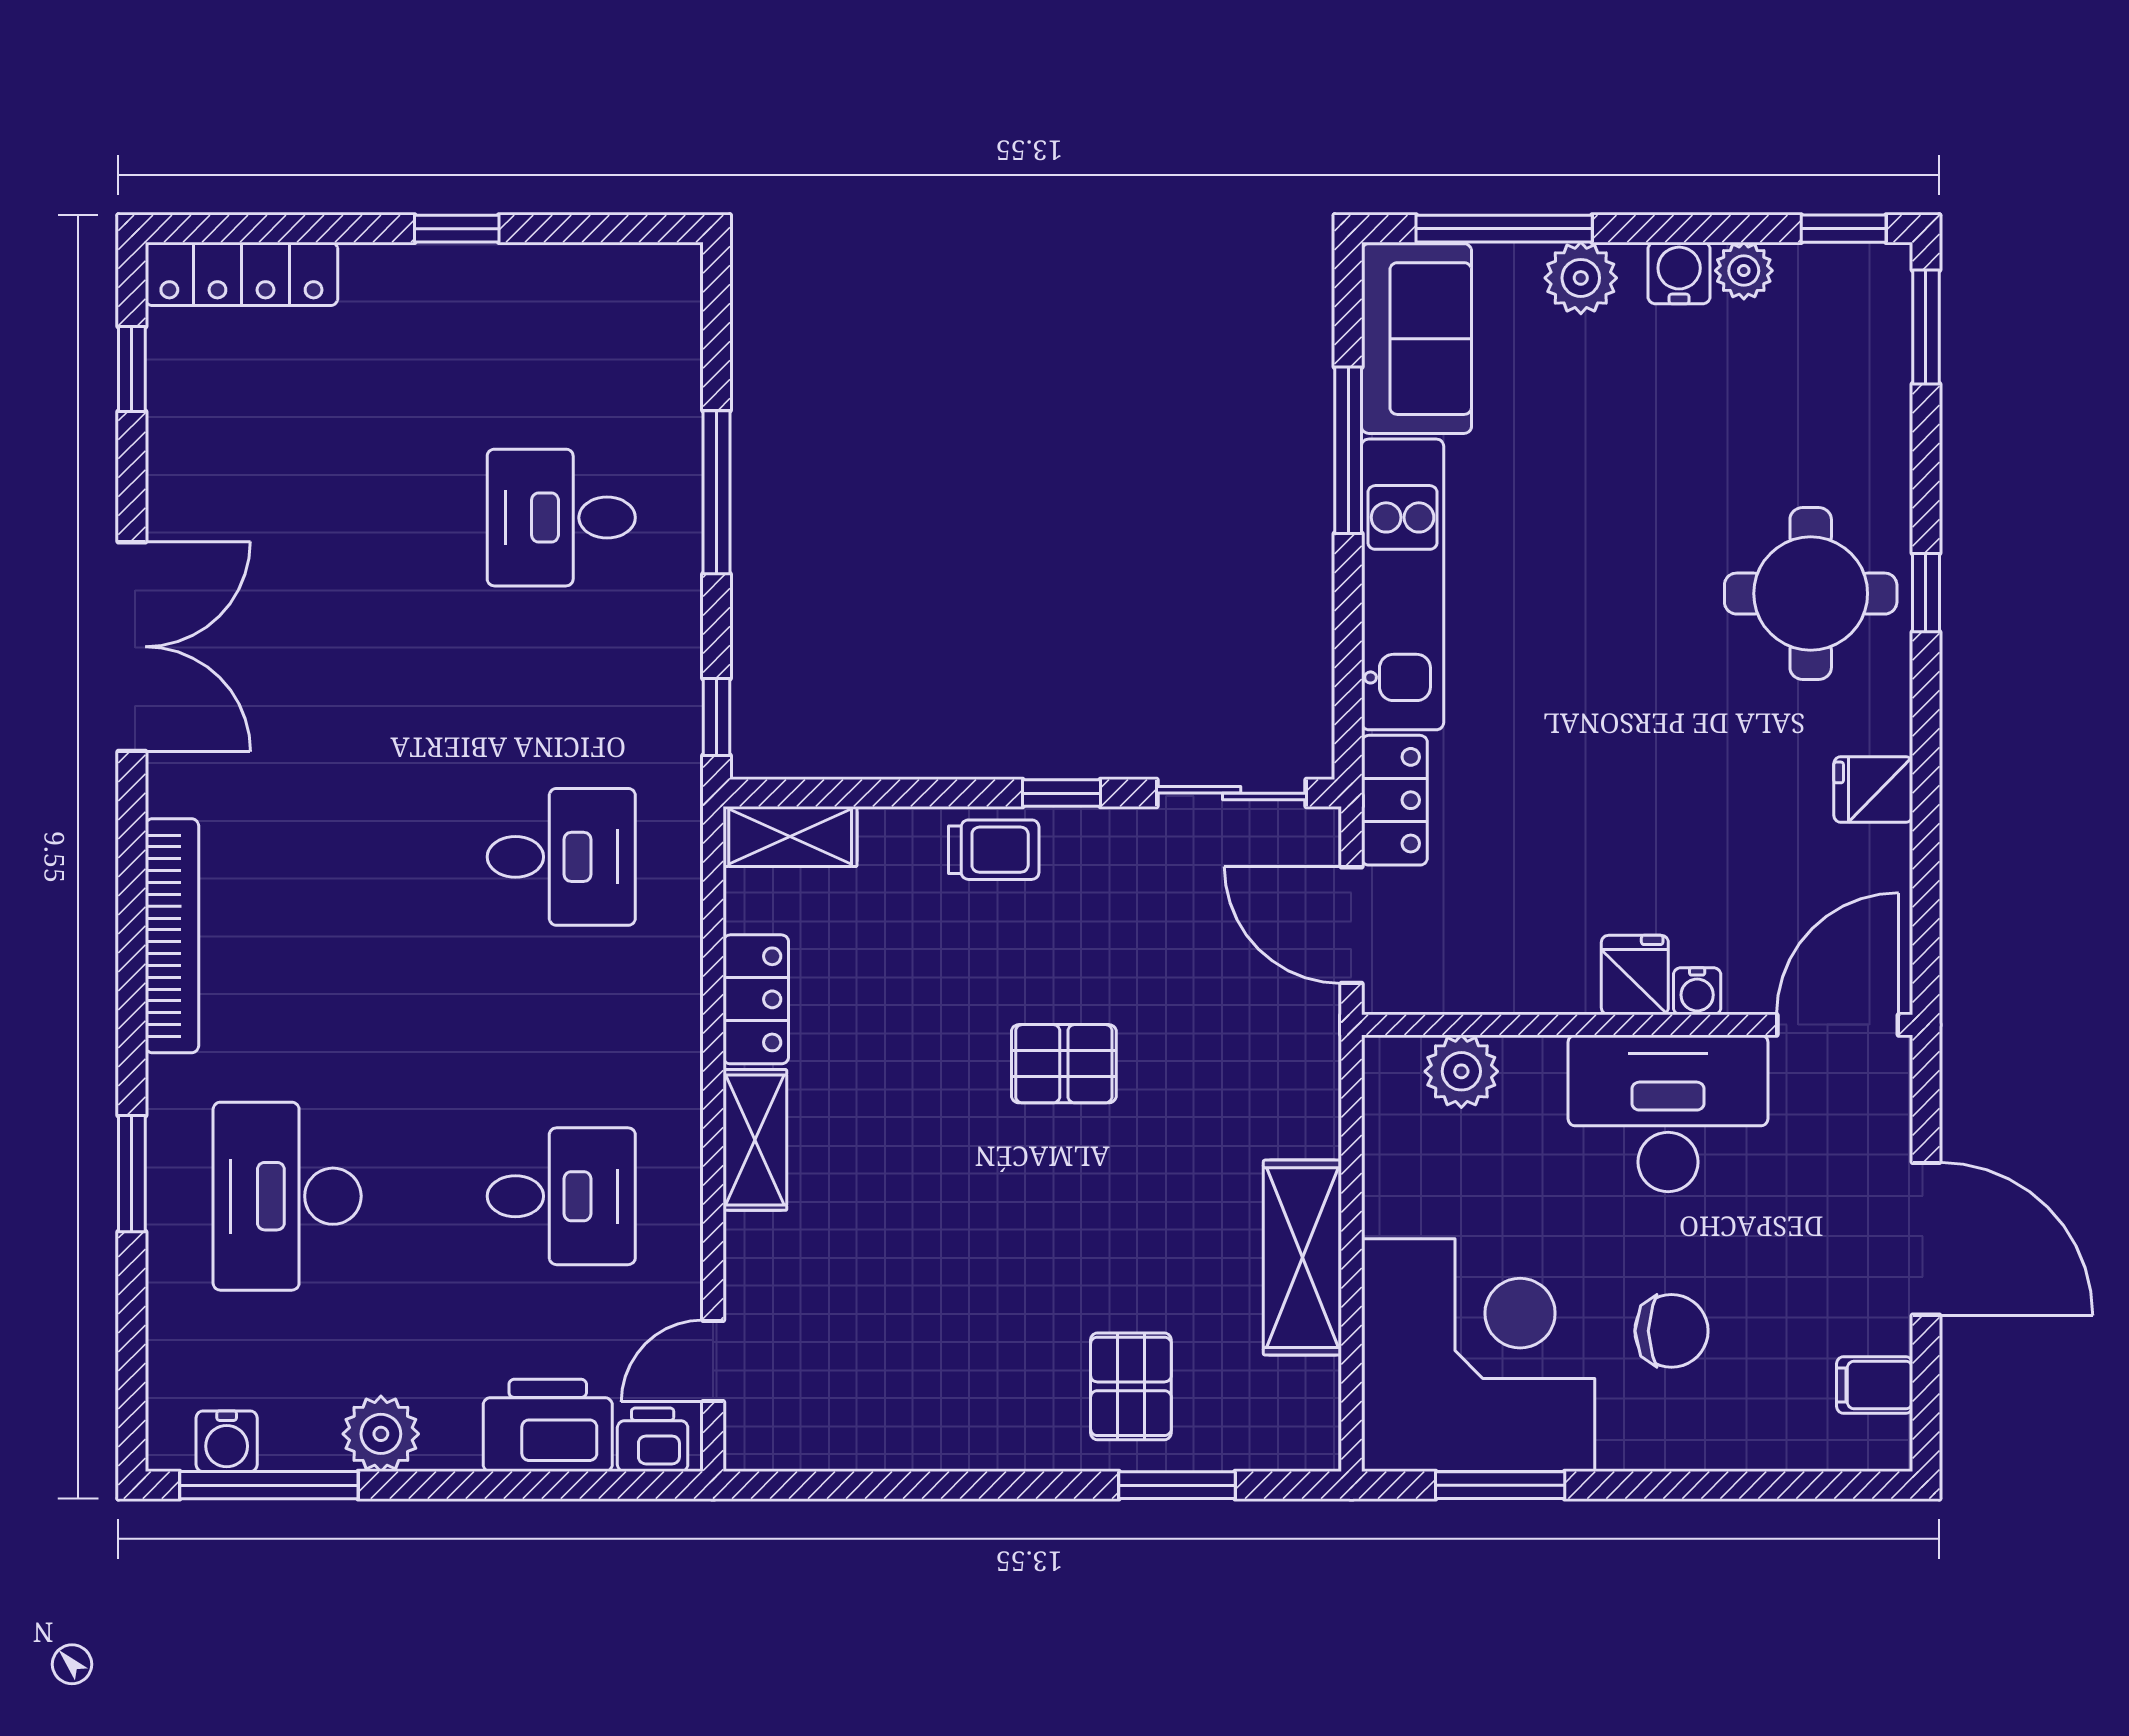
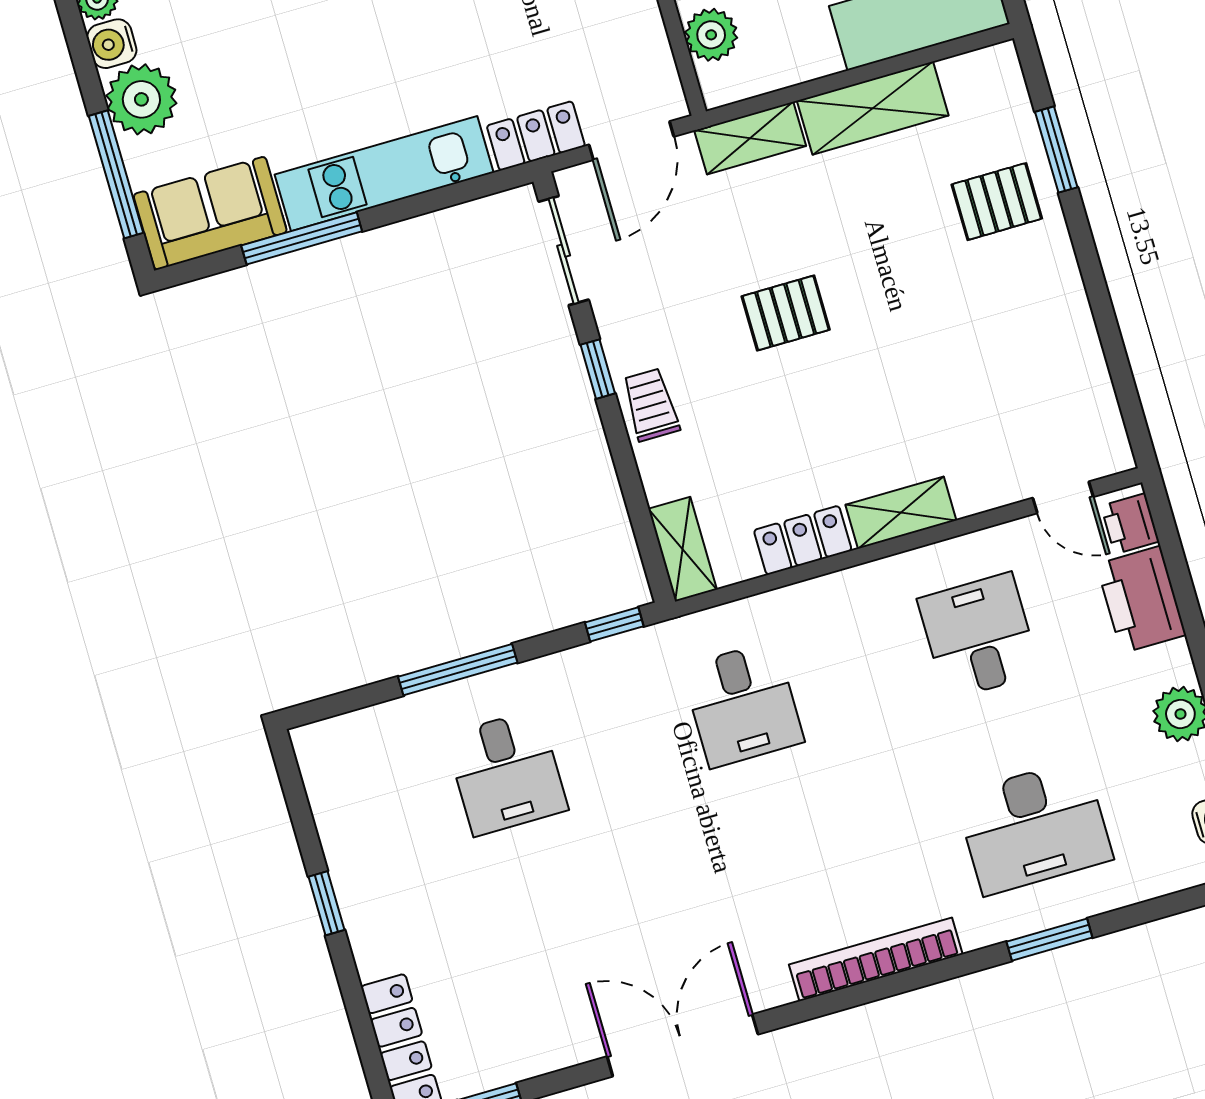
plant: (1581, 278) -> (141, 99), width x1.36, depth x1.36
desk: (561, 857) -> (743, 704), turned 180
pallet: (1064, 1064) -> (786, 313), turned 90
shelving: (1309, 1083) -> (750, 138), added

